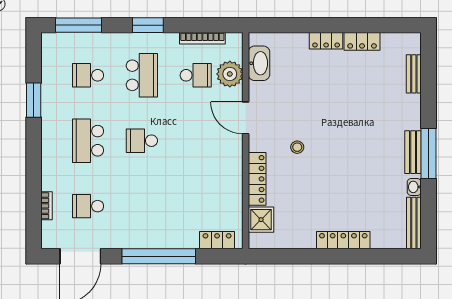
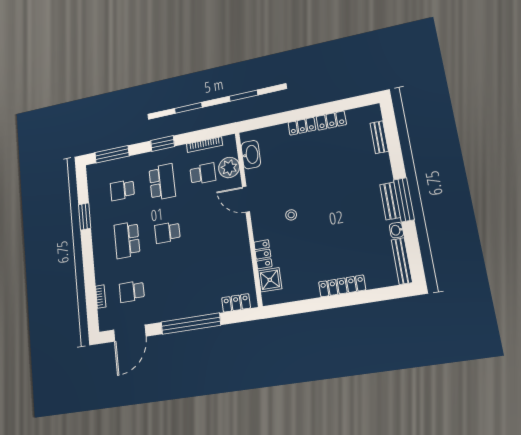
locker: (257, 179) -> (263, 254), width x0.66

